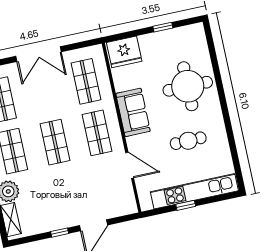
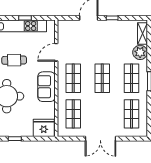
double door: (39, 54) -> (100, 139), swing flipped
door: (130, 165) -> (56, 52), hinge flipped

